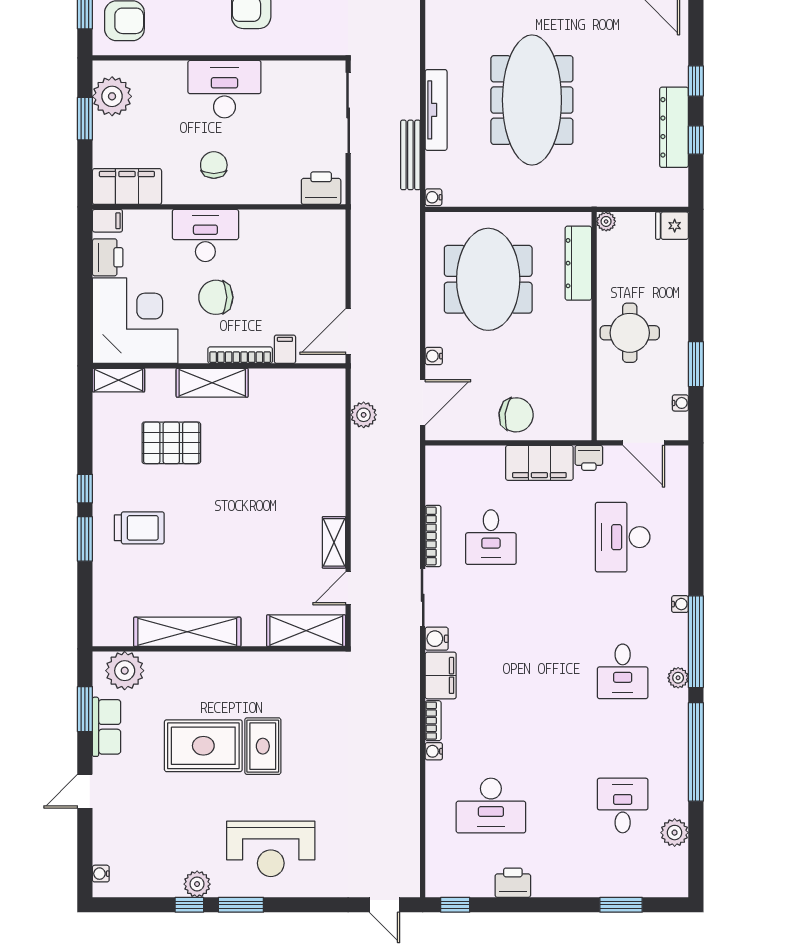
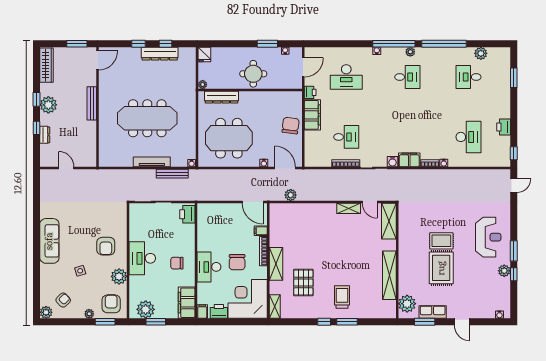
plant: (185, 38) -> (119, 276), added

